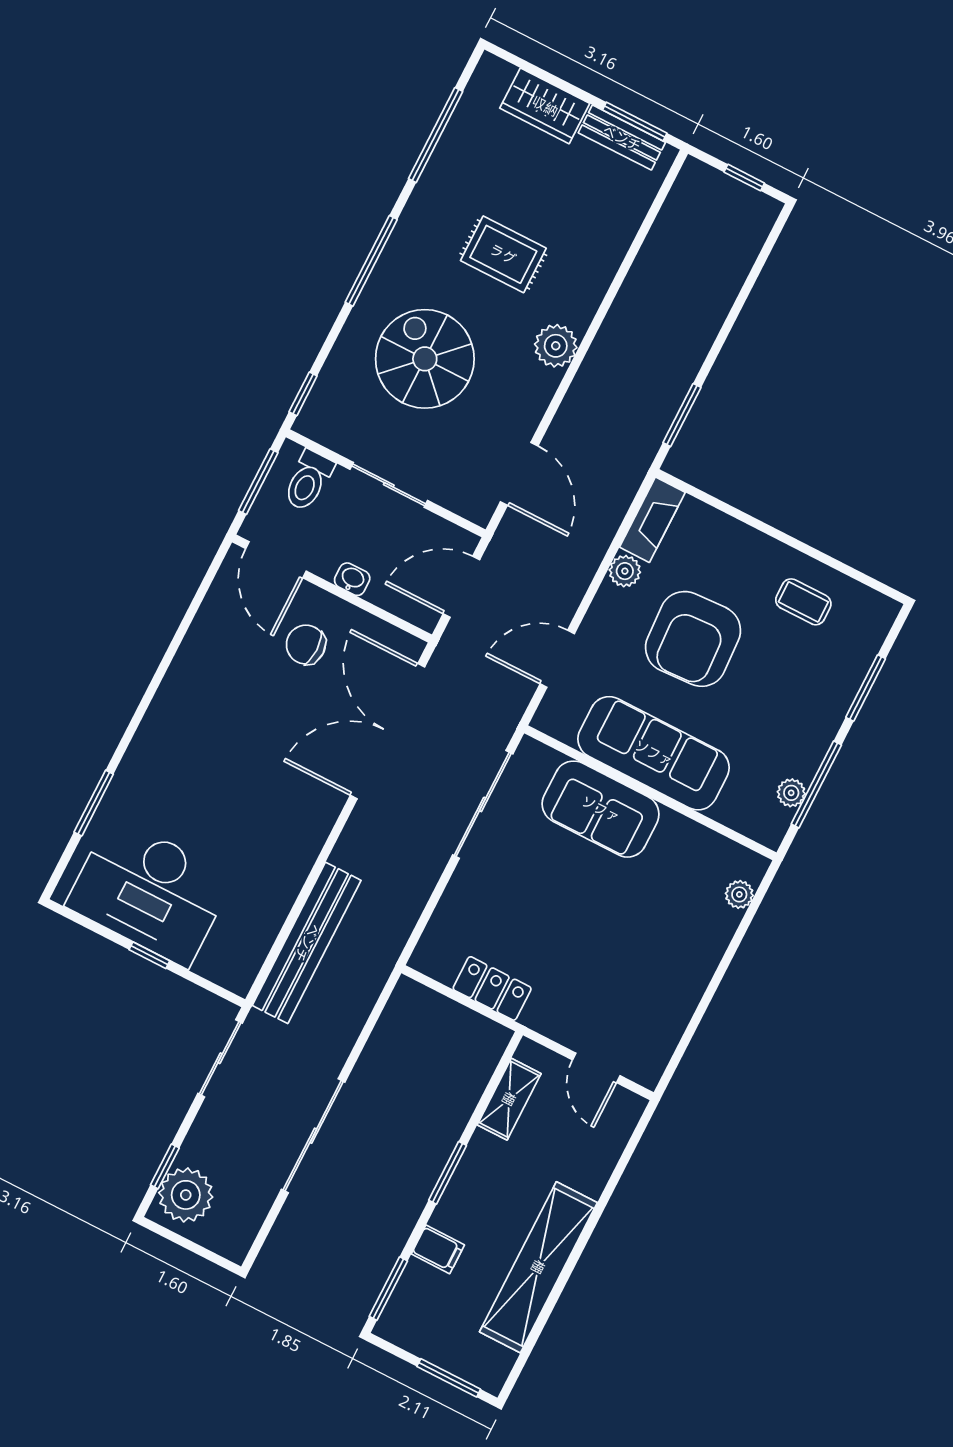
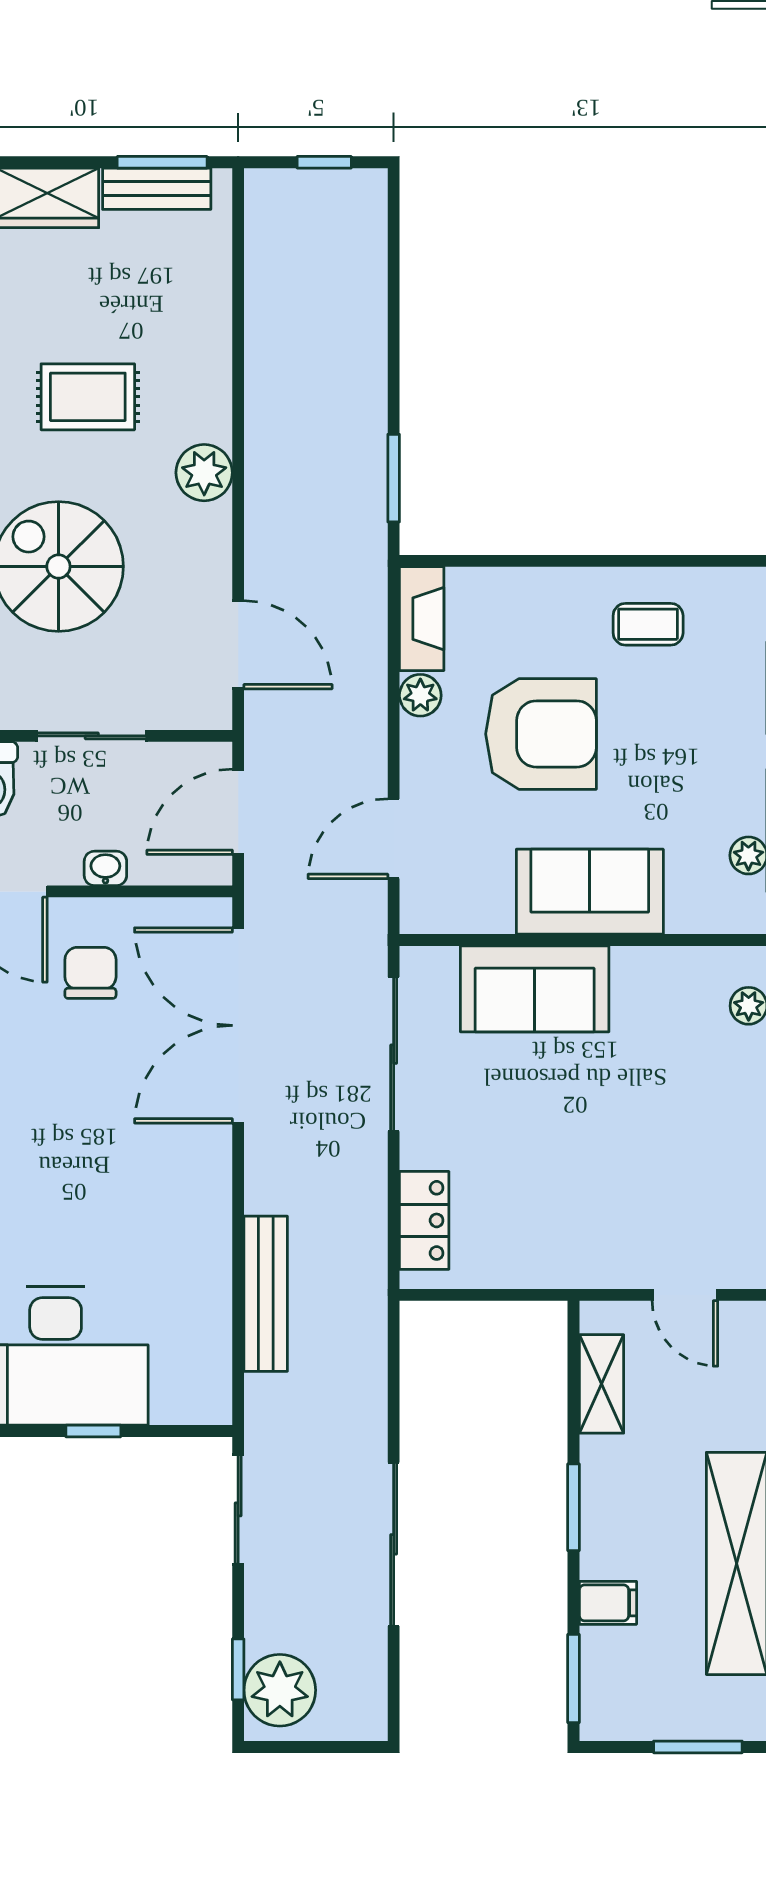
armchair: (693, 639) -> (541, 734), turned -87
chair: (306, 645) -> (90, 973), turned 90
sofa: (654, 753) -> (590, 892), width x0.73
bench: (307, 943) -> (266, 1294), width x0.73, depth x0.82
locker: (492, 988) -> (424, 1220), moved, turned 90

